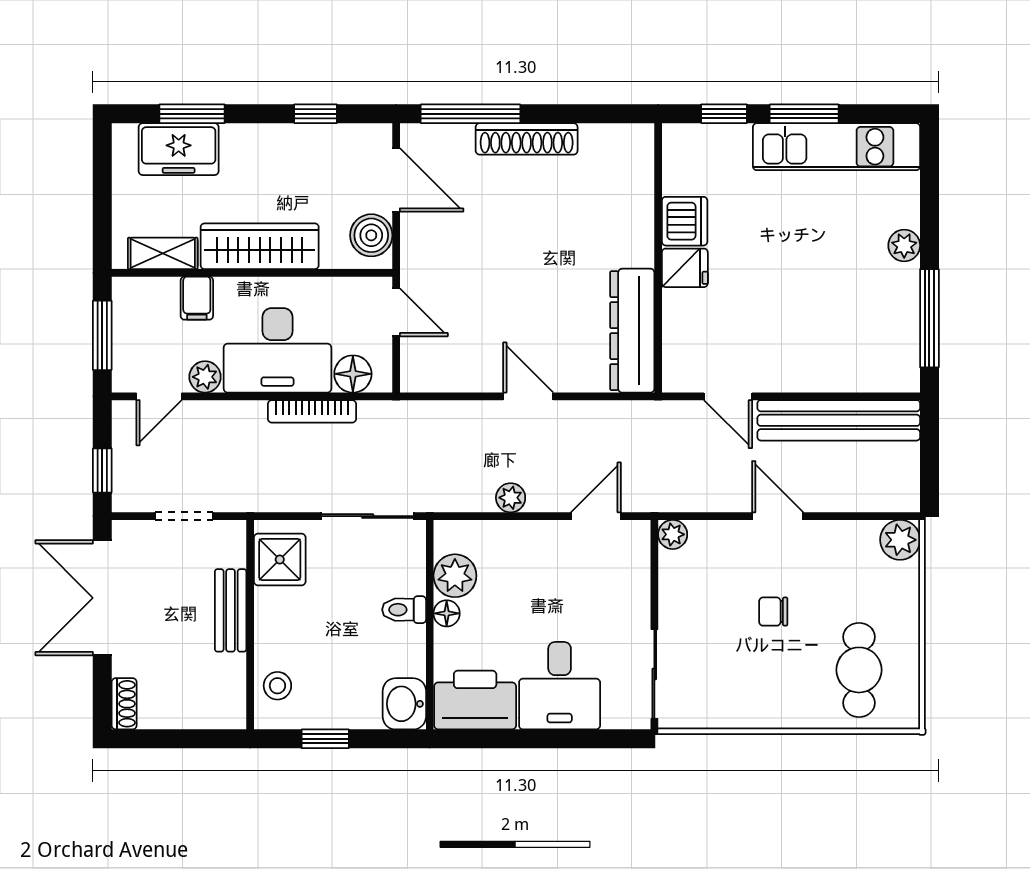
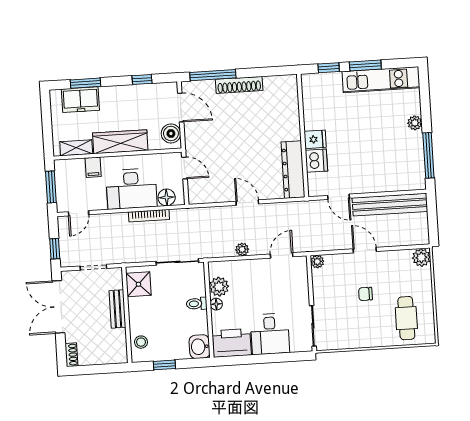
dishwasher: (685, 221) -> (316, 161), moved
plant: (205, 377) -> (99, 203), removed

